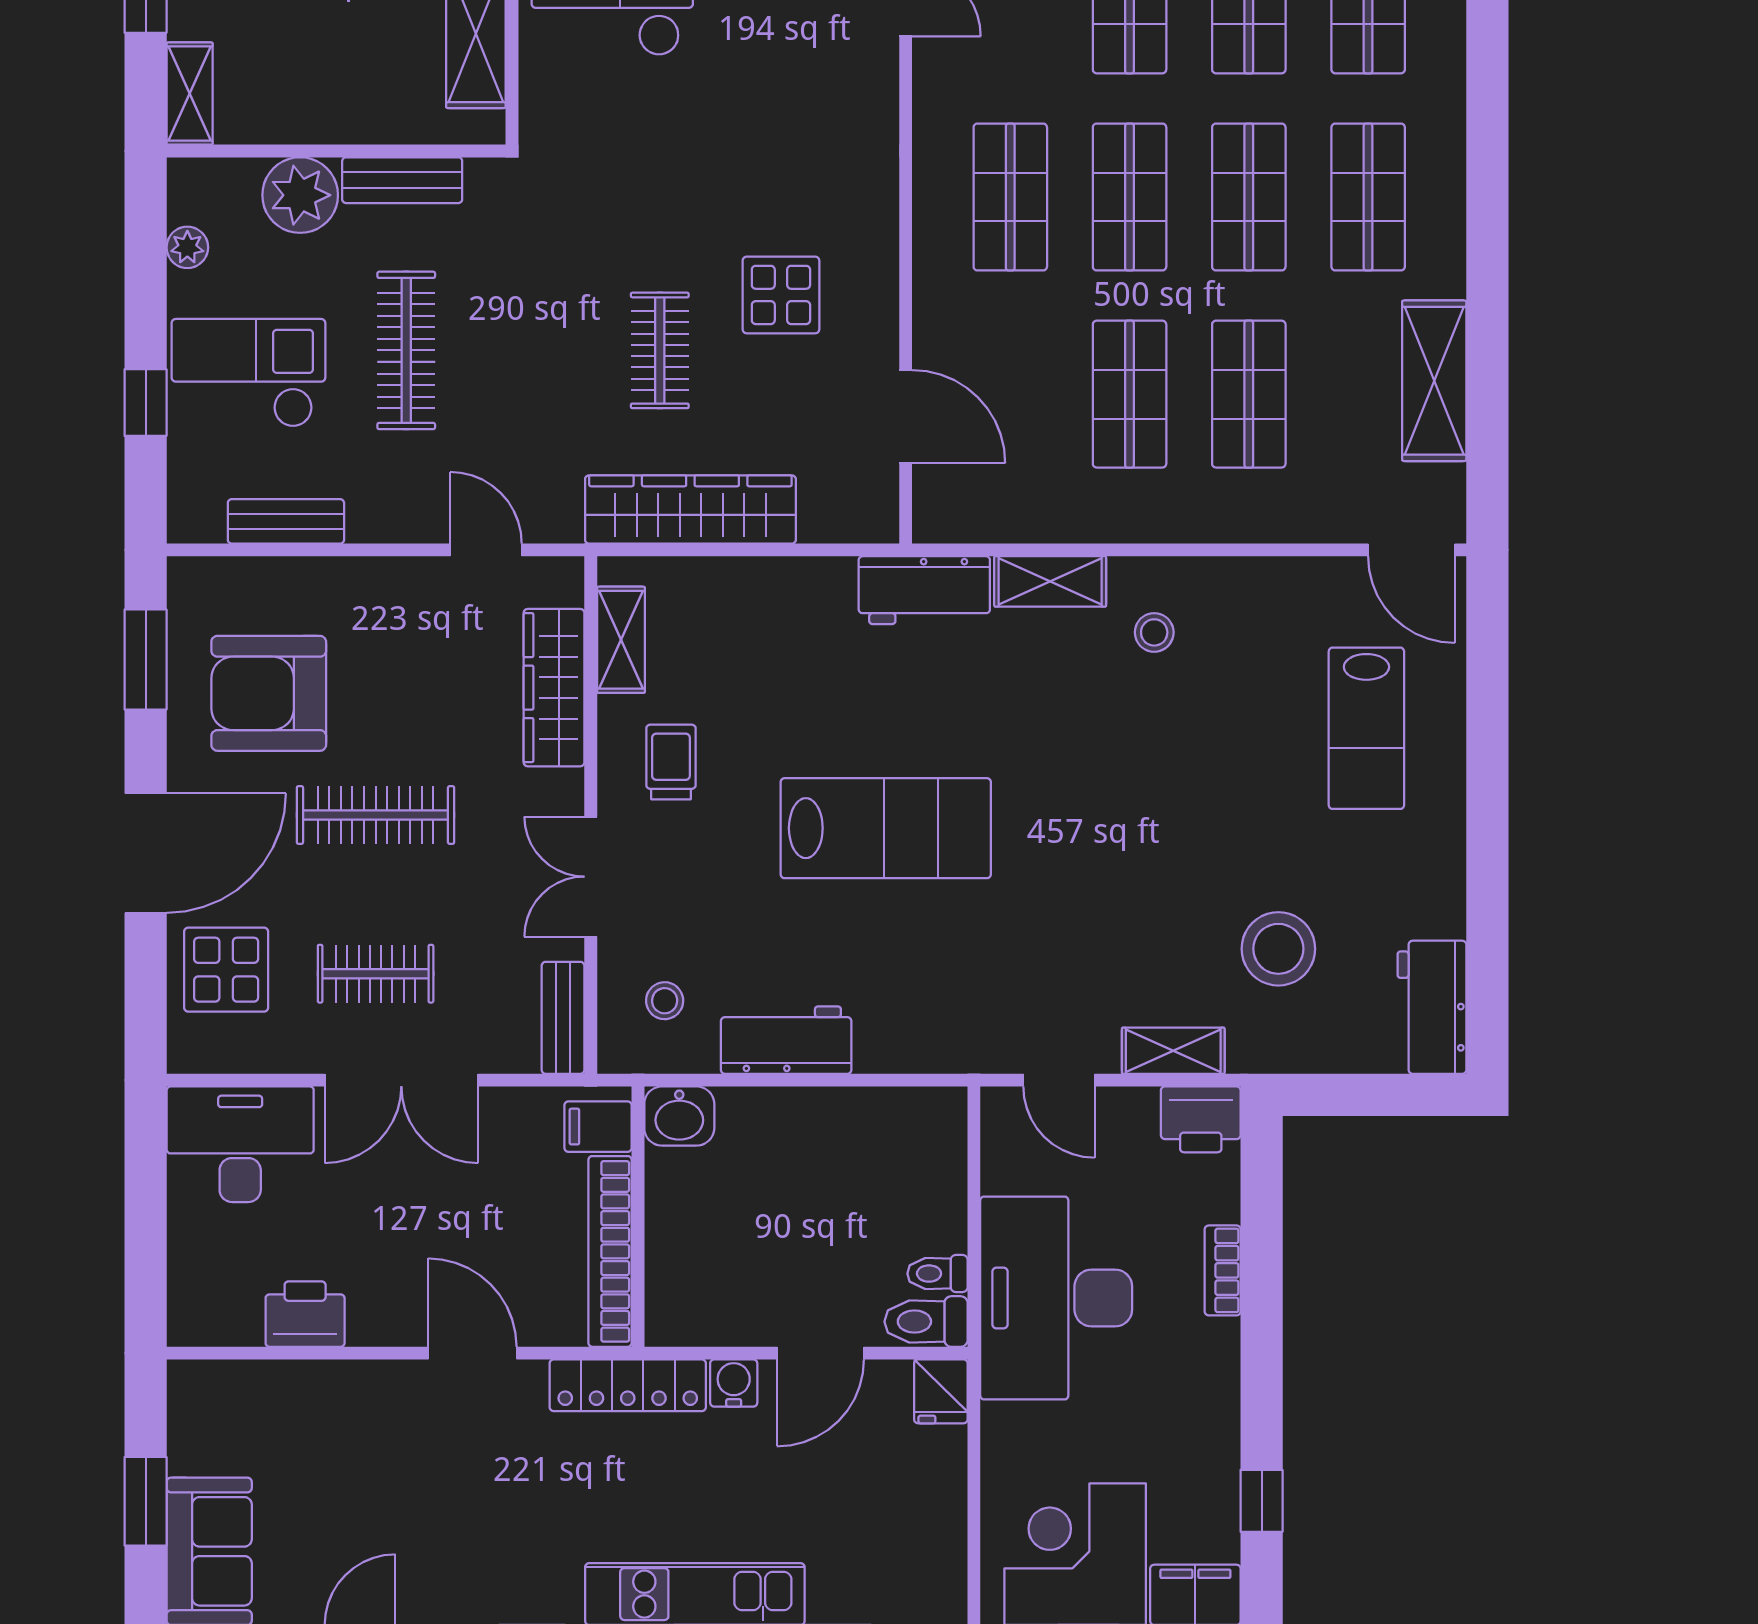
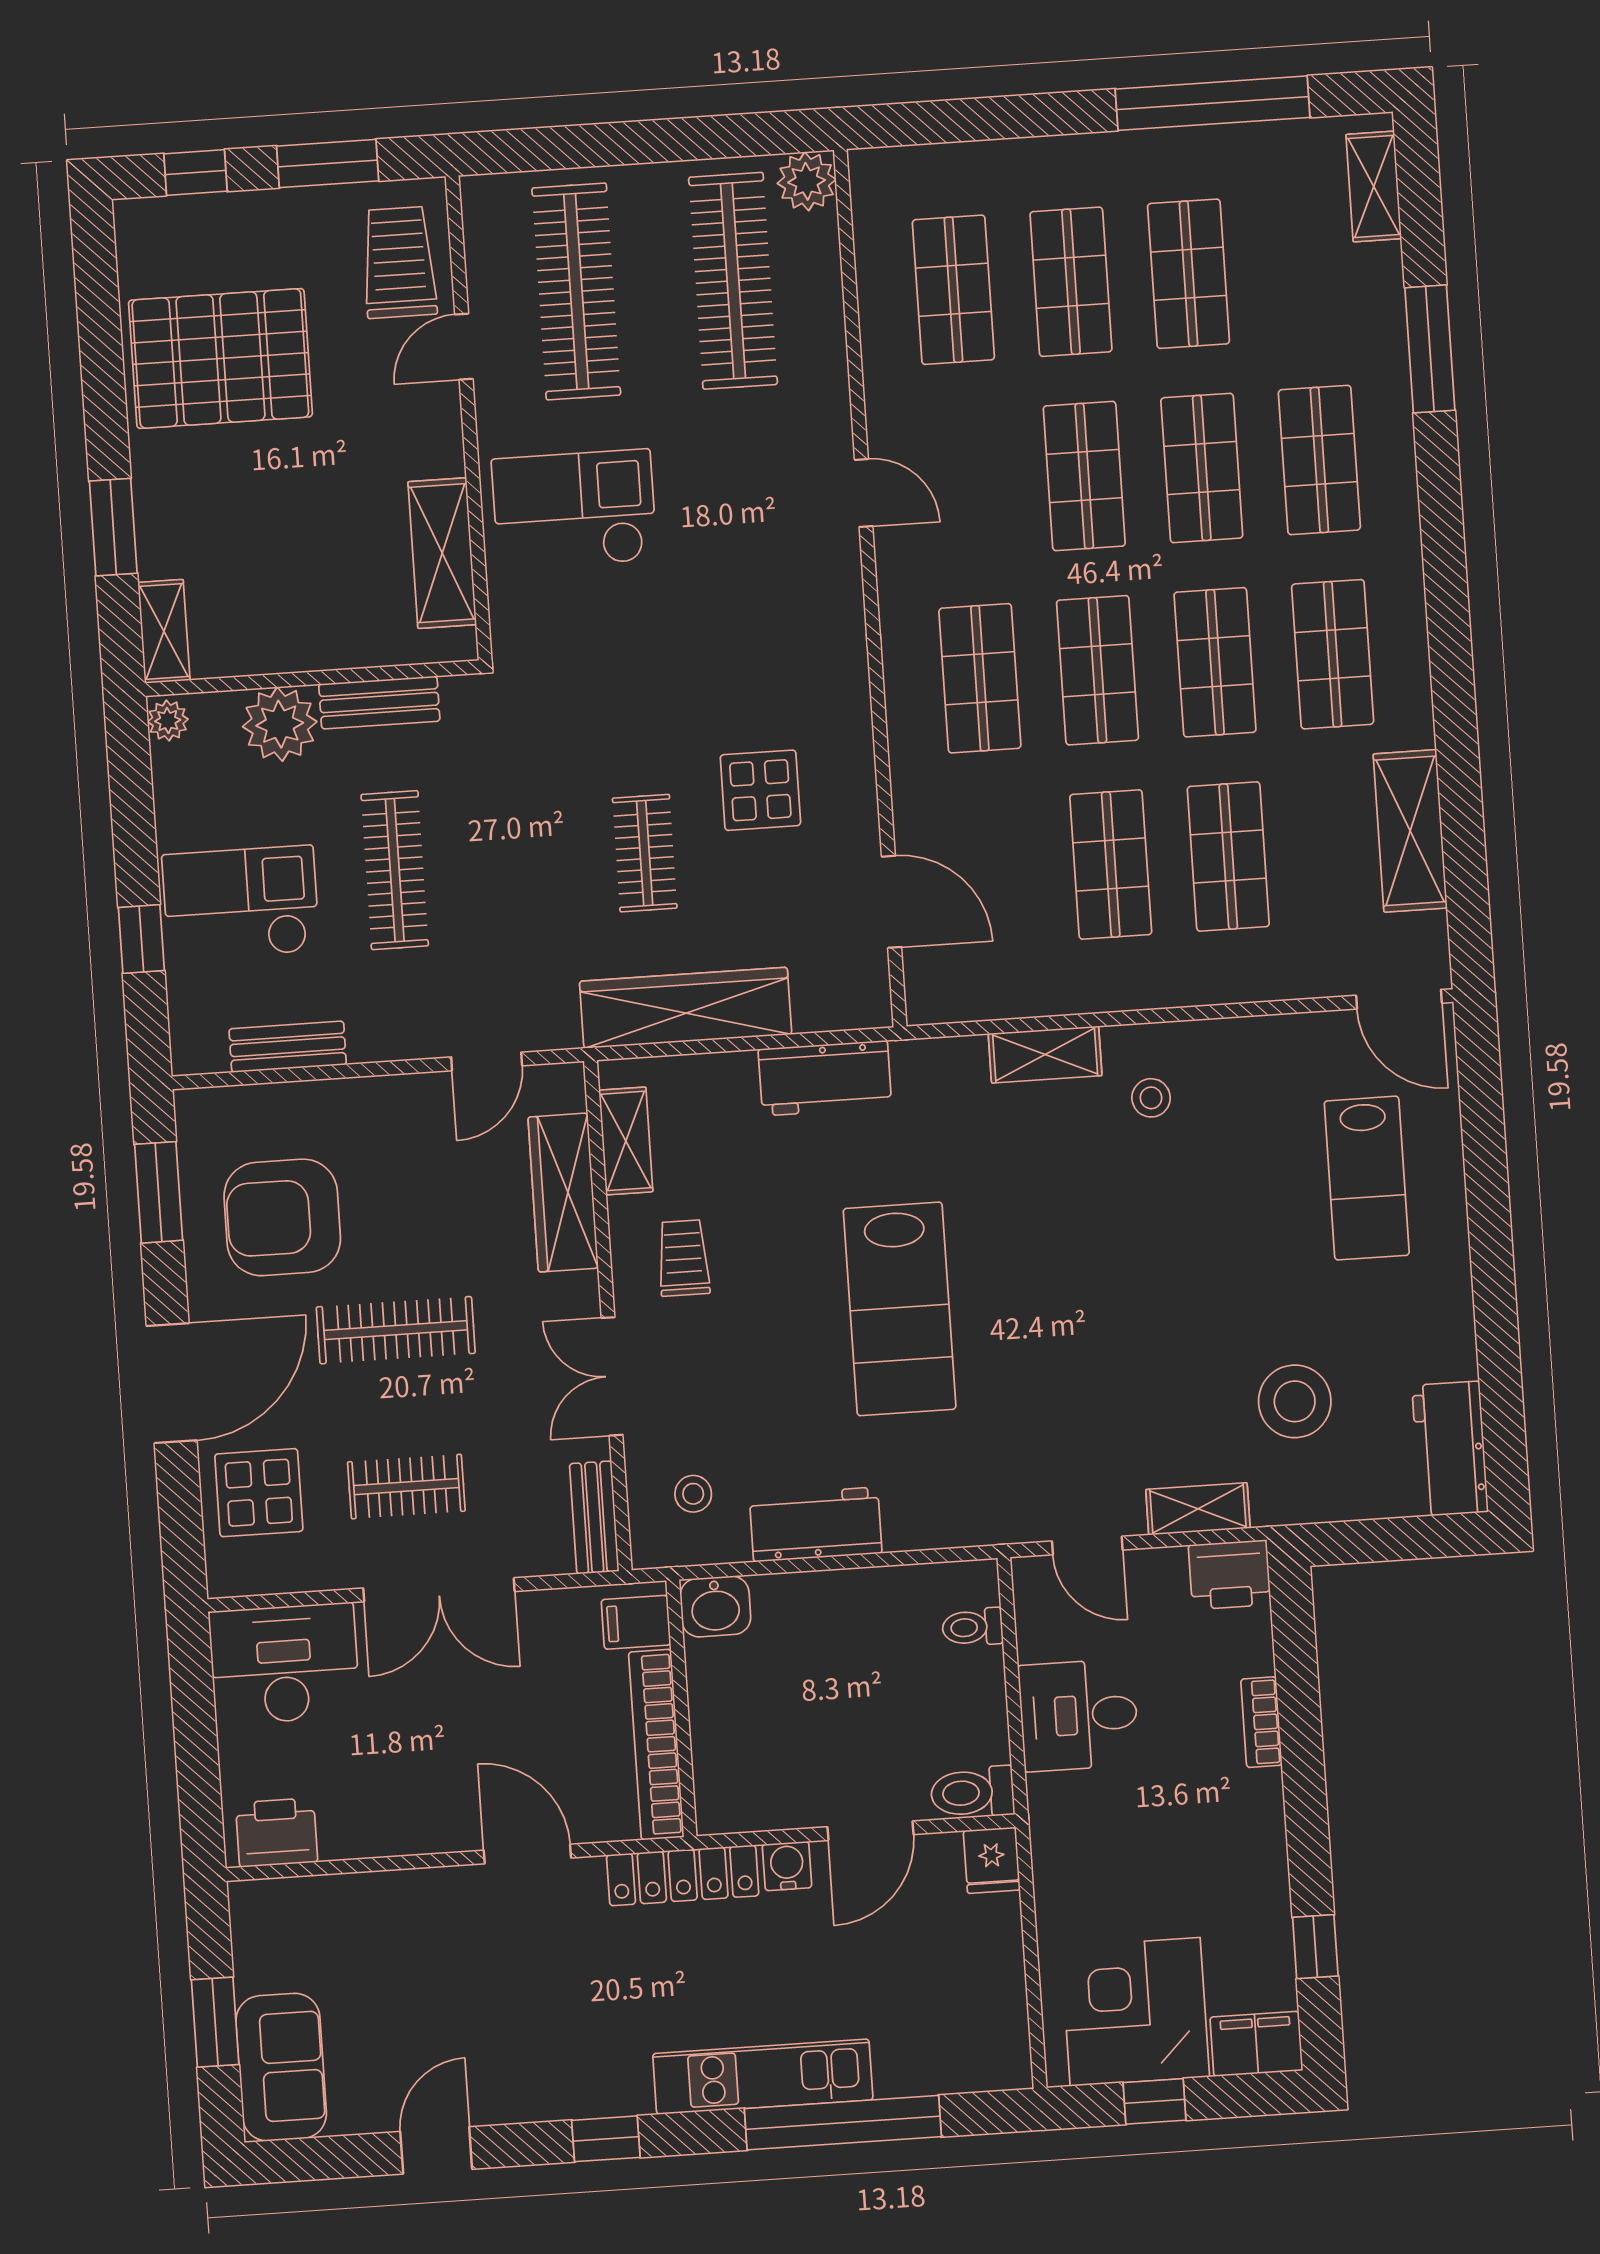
plant: (187, 247) -> (168, 721), moved
door: (486, 550) -> (487, 1061), swing flipped
workbench: (924, 590) -> (825, 1078), moved
lab bench: (886, 828) -> (900, 1309), turned 90
toilet: (937, 1274) -> (972, 1627), moved
desk: (1056, 1298) -> (1079, 1715), width x0.53, depth x0.77
printer: (305, 1314) -> (277, 1833), moved

